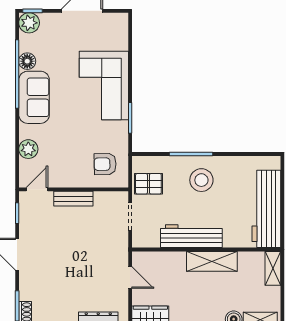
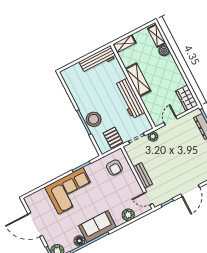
stool: (201, 180) -> (94, 119), moved
workbench: (266, 209) -> (98, 59), width x0.73, depth x0.76
plant: (121, 241) -> (153, 136), added

